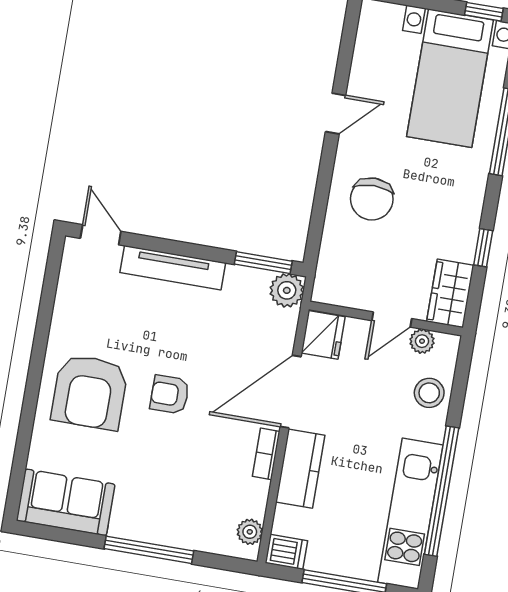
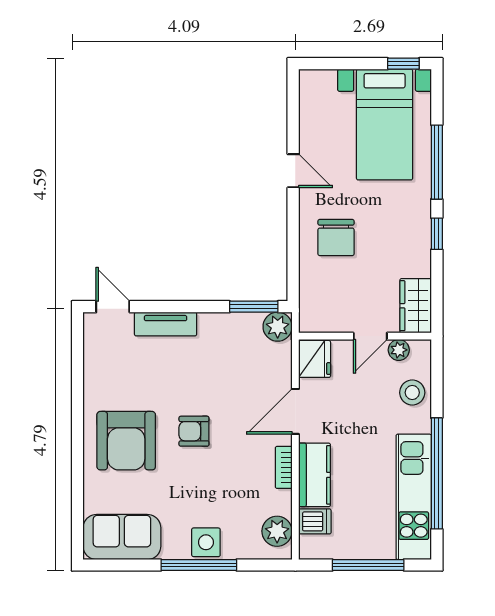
door: (336, 114) -> (293, 171), hinge flipped
window: (483, 248) -> (437, 234), moved
tv unit: (173, 268) -> (166, 324), width x0.71
door: (291, 392) -> (295, 411), width x0.73
side table: (162, 525) -> (206, 542), added
plant: (250, 532) -> (277, 531), width x1.38, depth x1.38
dishwasher: (286, 552) -> (315, 521), moved

